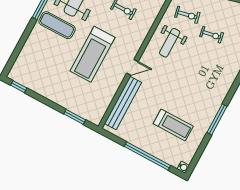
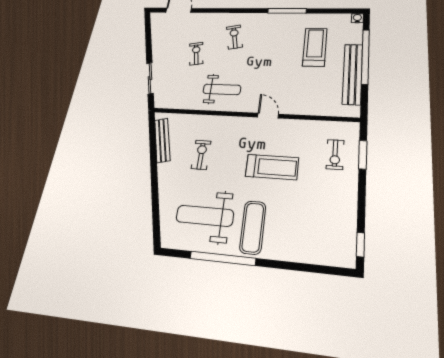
exercise bike: (187, 15) -> (234, 37), moved
treadmill: (93, 54) -> (272, 167), width x0.73, depth x0.73
exercise bike: (83, 99) -> (335, 154), added
bench: (123, 103) -> (353, 74), moved, turned 90

